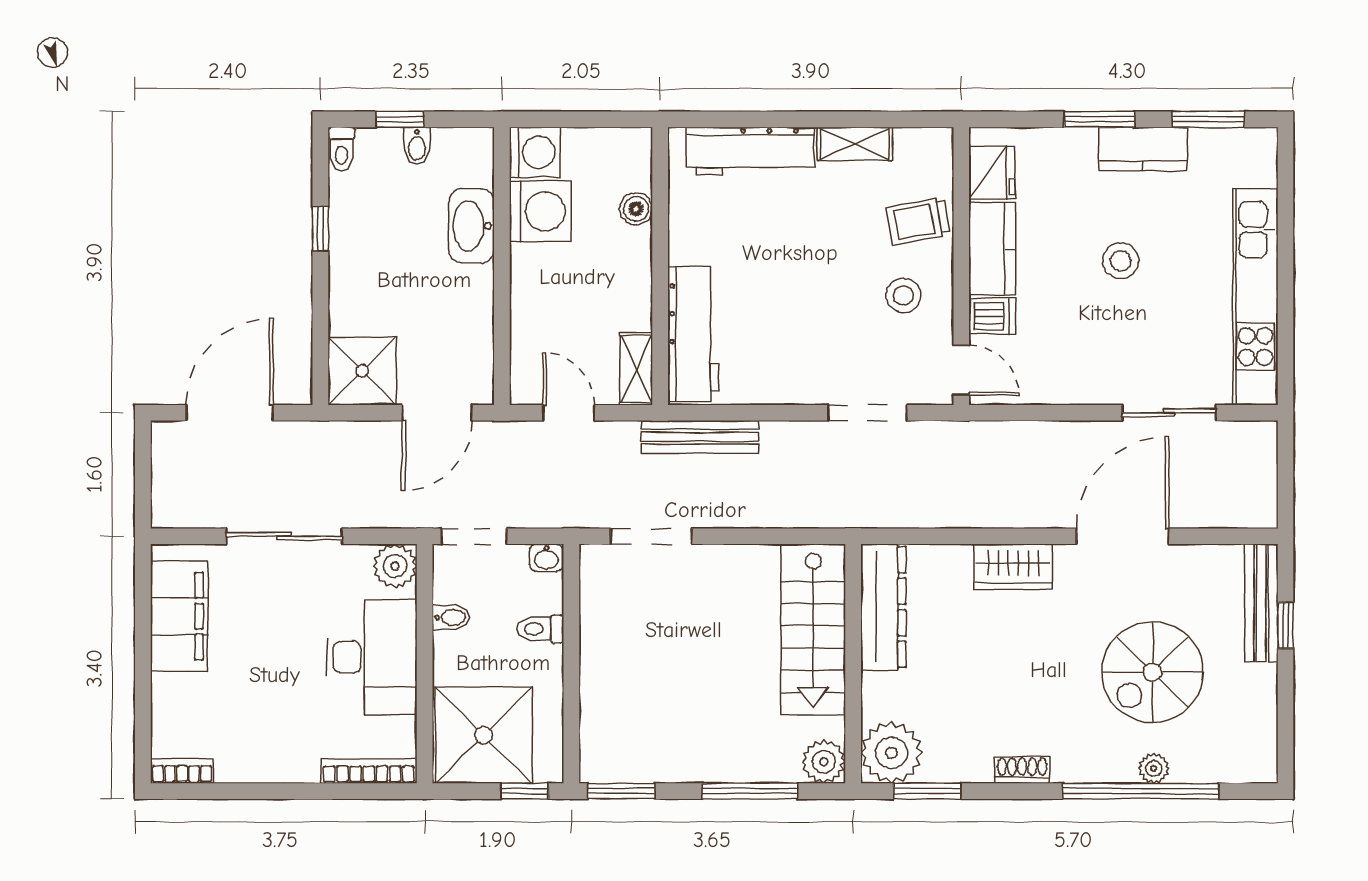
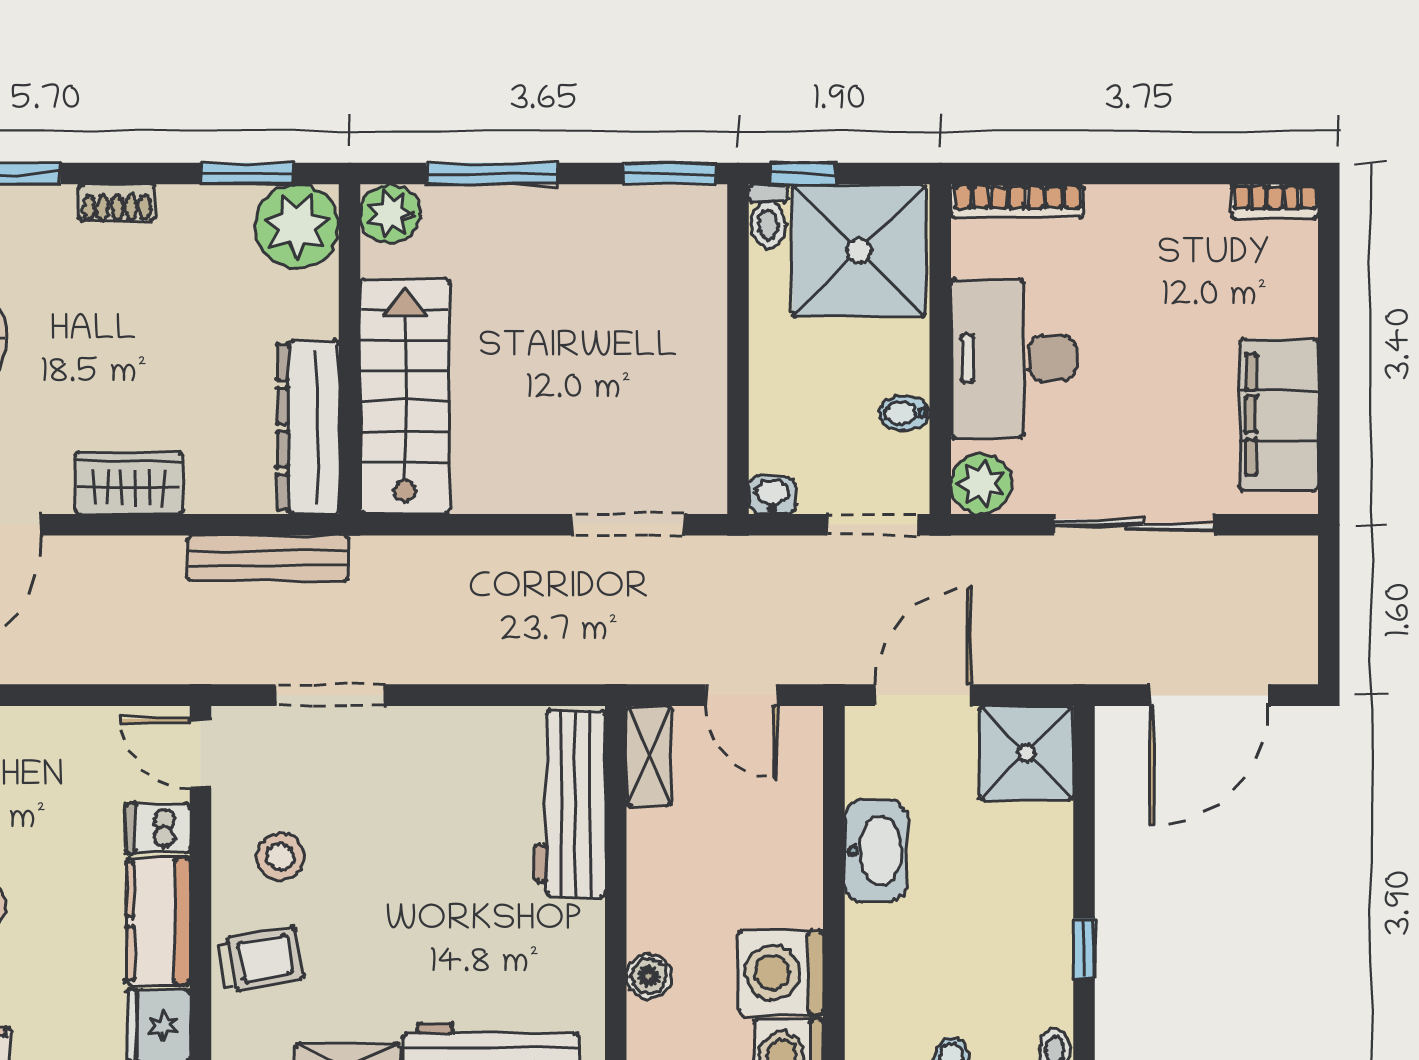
washbasin: (471, 226) -> (876, 851), moved
bench: (700, 437) -> (268, 558), moved
toilet: (540, 629) -> (768, 216), moved, turned 90

